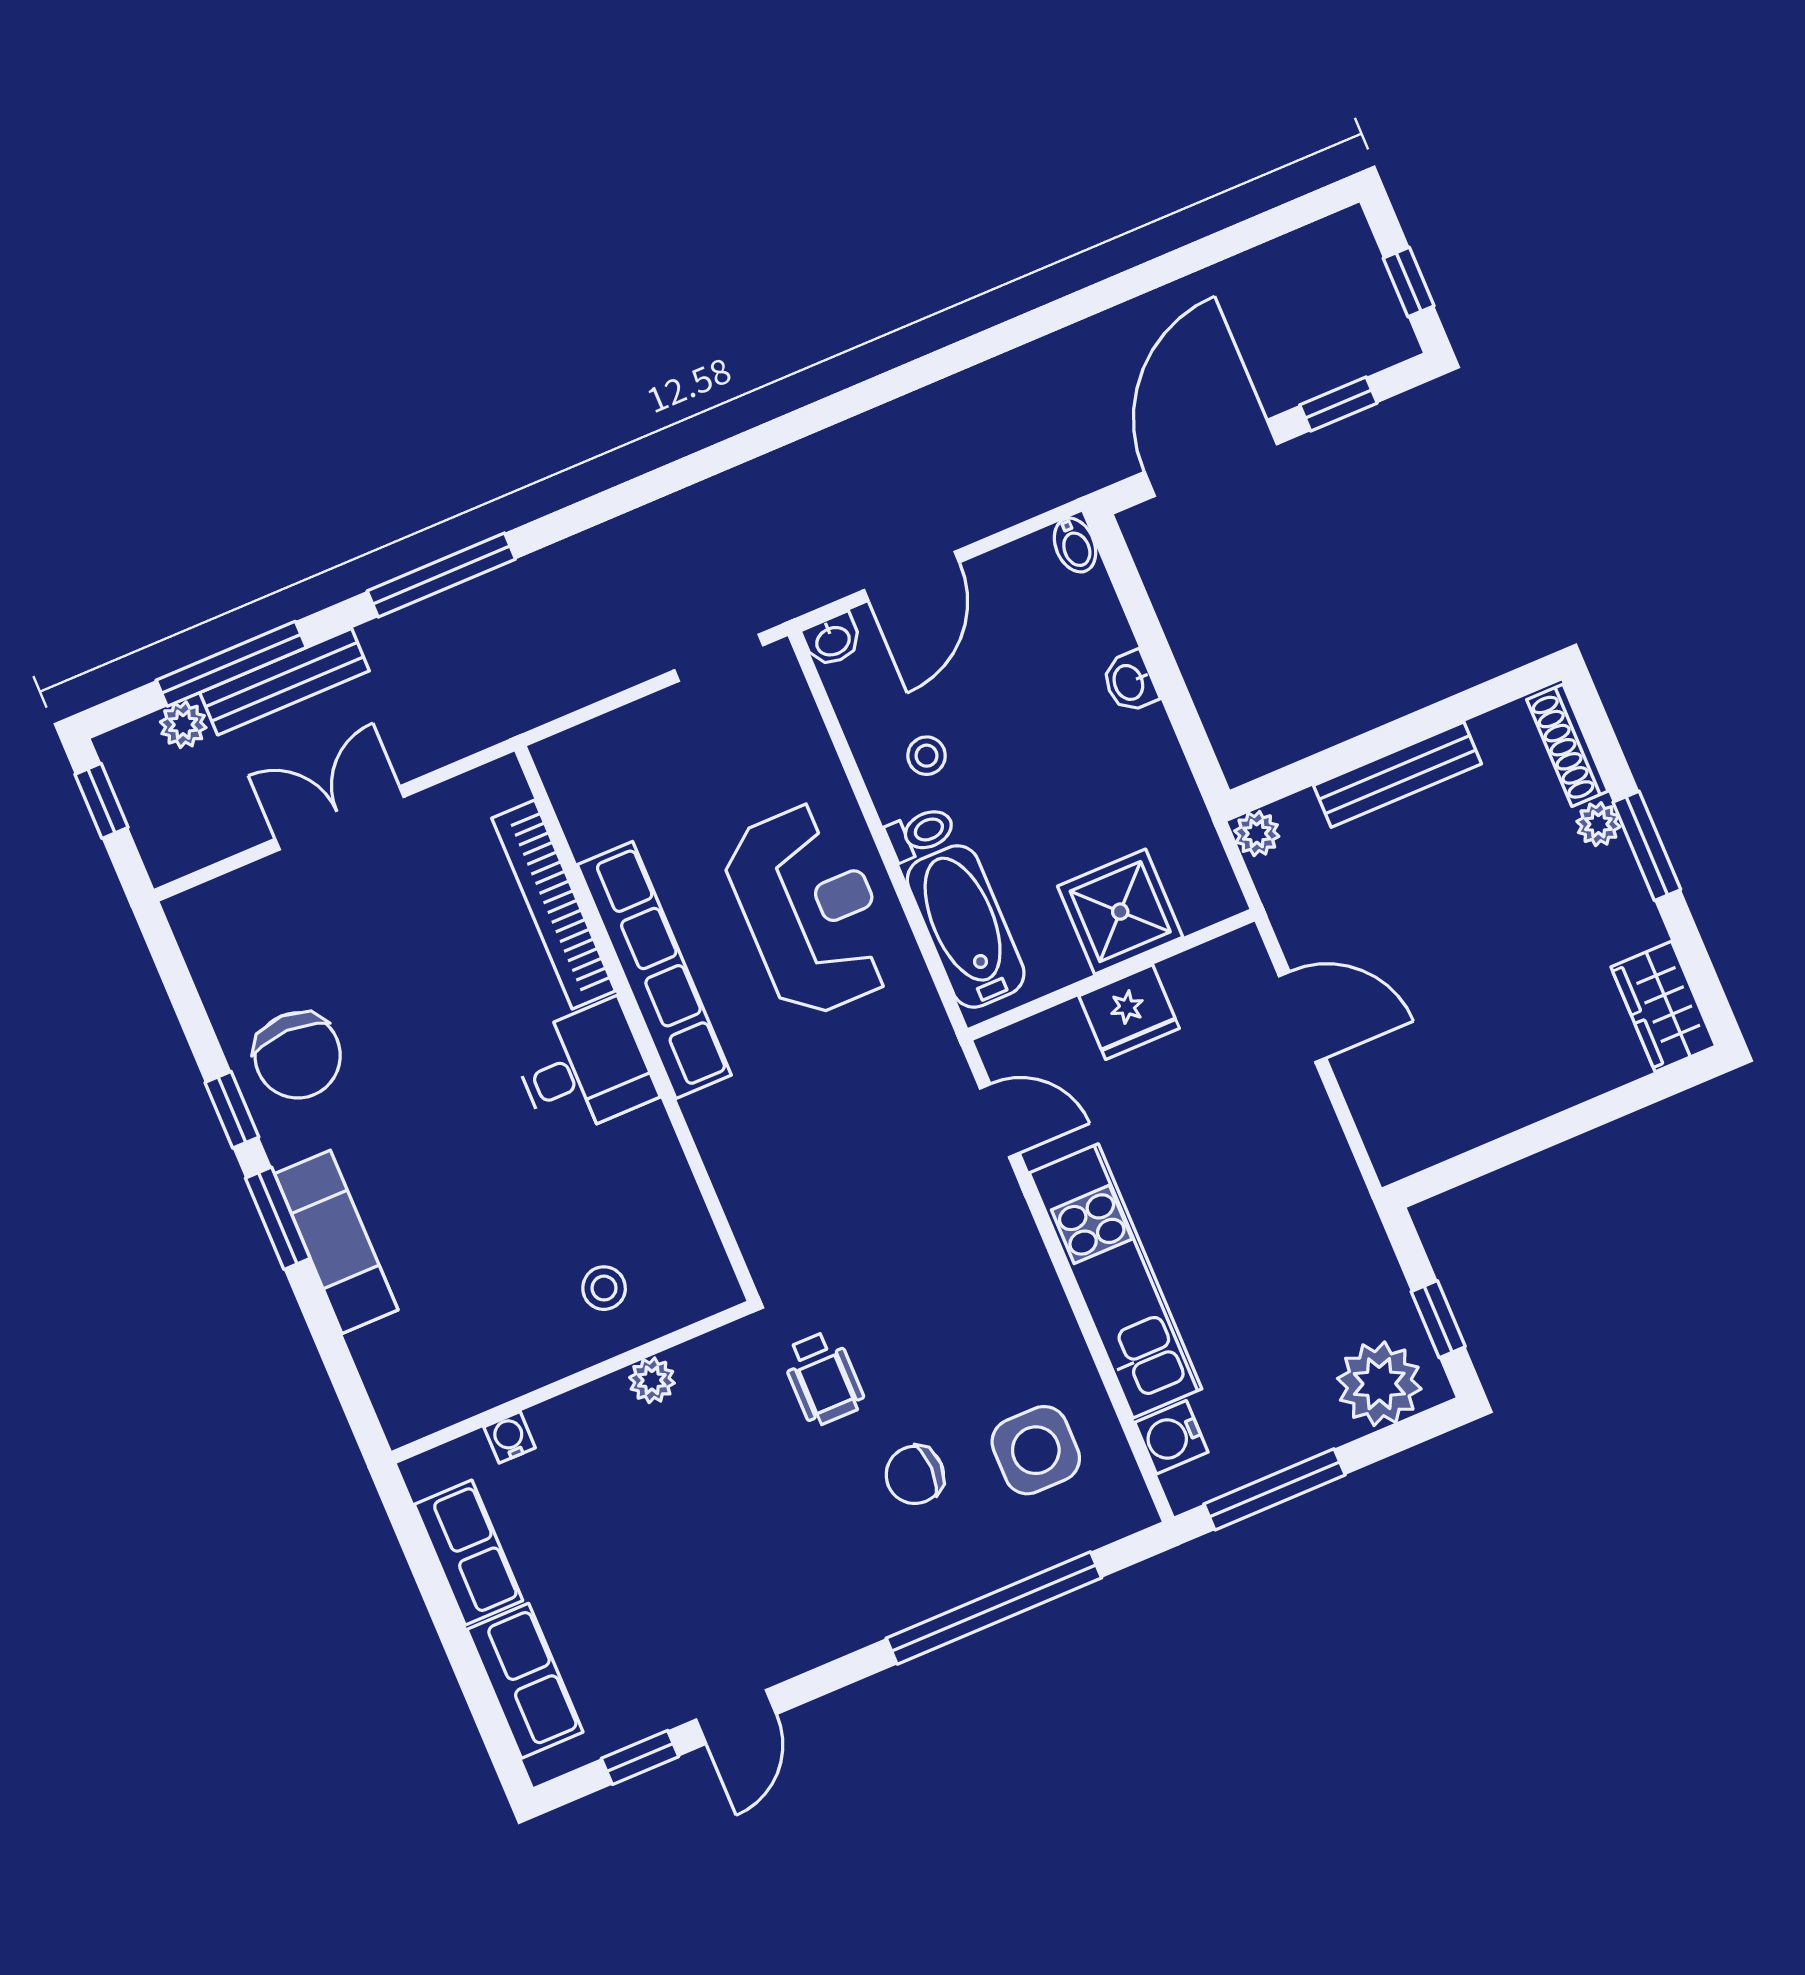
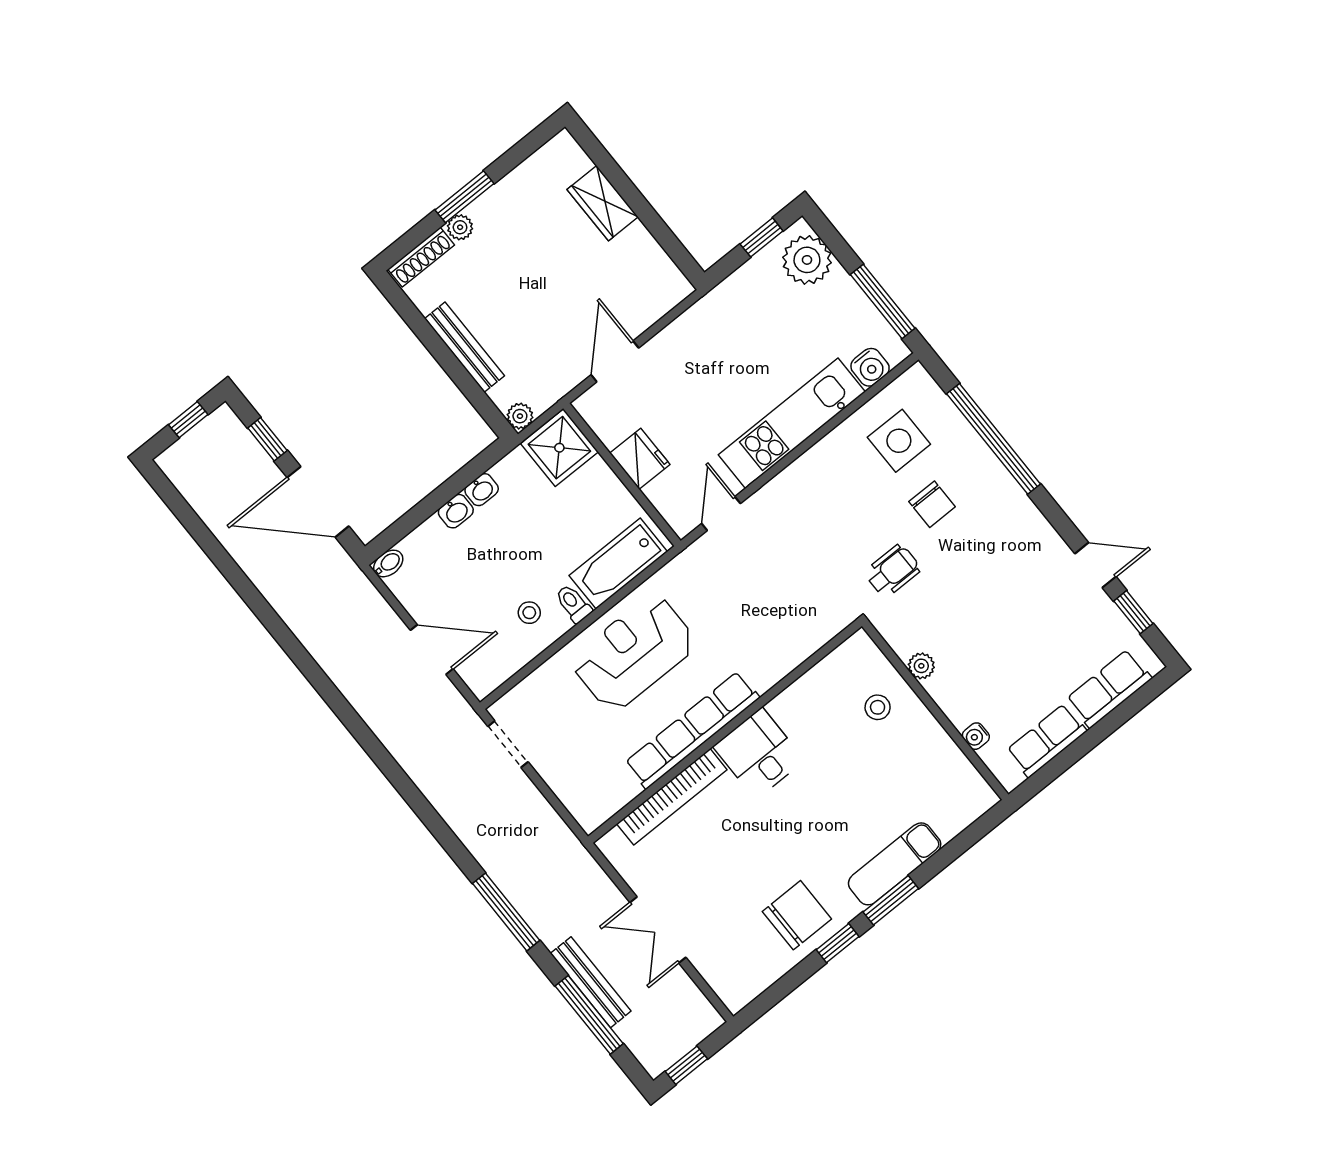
washbasin: (832, 640) -> (482, 490), moved, turned 90
plant: (183, 725) -> (631, 1032), removed
shower: (1120, 912) -> (559, 448), moved
wardrobe: (1663, 1007) -> (603, 203), moved, turned 90

